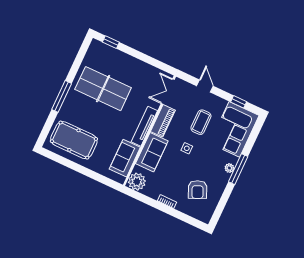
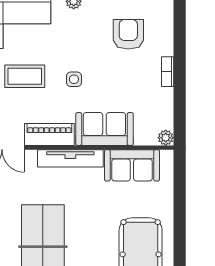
plant: (137, 182) -> (166, 138), width x0.53, depth x0.53
armchair: (198, 190) -> (128, 34), turned -66

